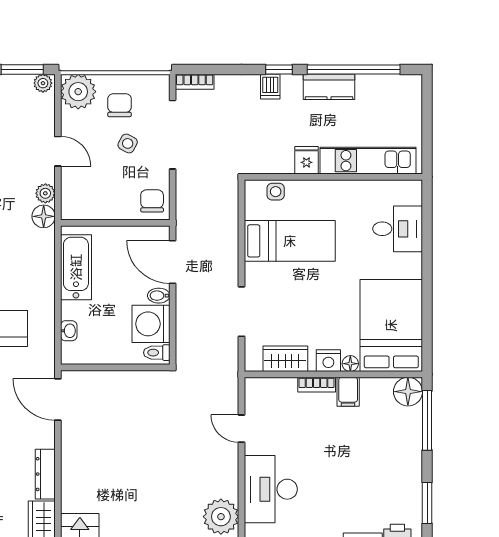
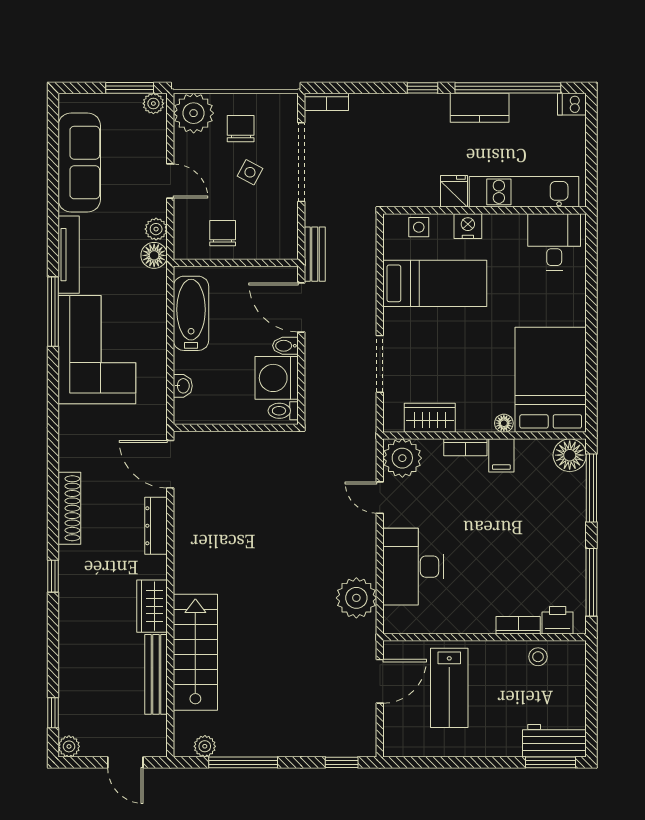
dishwasher: (270, 87) -> (572, 104), moved, turned 90
chair: (152, 201) -> (223, 233), moved
bench: (184, 215) -> (315, 254), added
desk: (398, 229) -> (554, 242), moved, turned -90
nightstand: (328, 361) -> (468, 226), moved, turned 180
plant: (261, 394) -> (402, 458), added
dresser: (45, 474) -> (156, 526), moved
window: (427, 503) -> (591, 582), width x1.44

